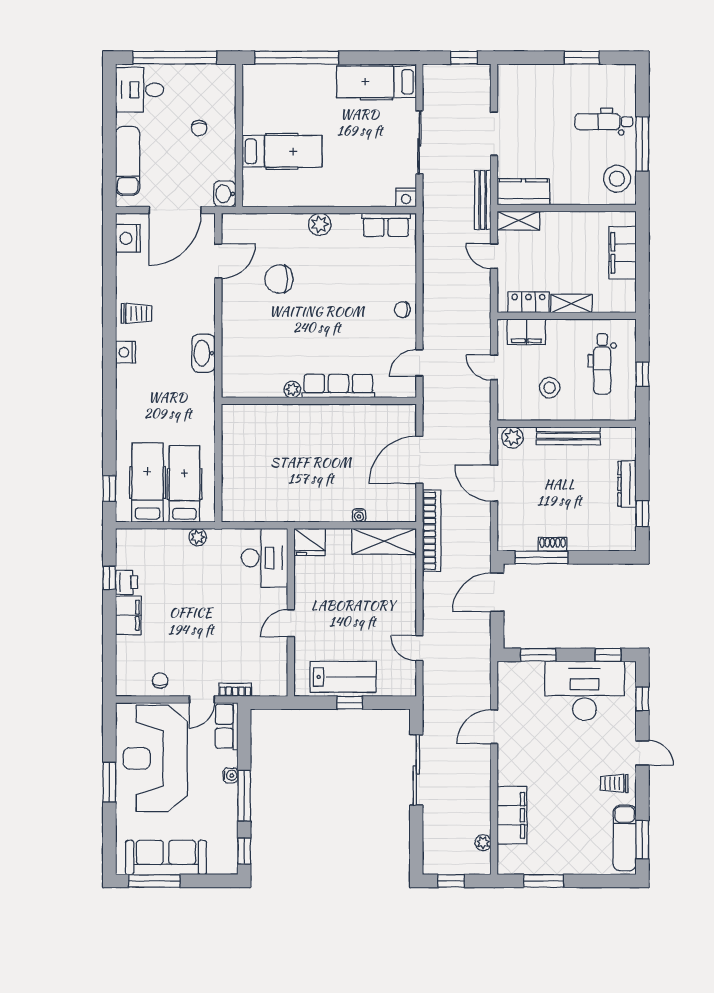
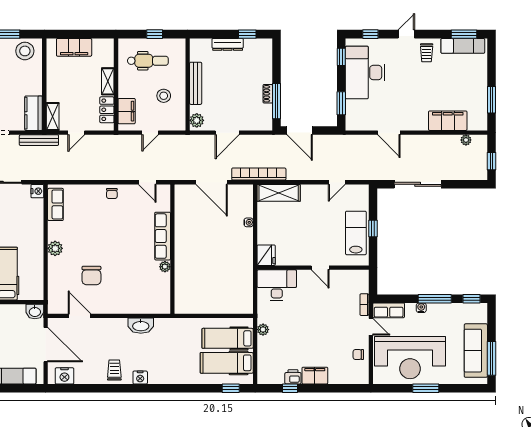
shelving: (384, 541) -> (279, 193), moved, turned 90

